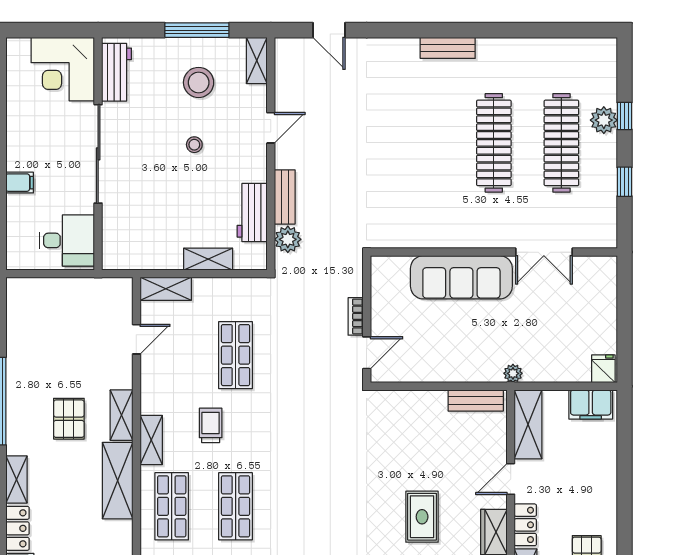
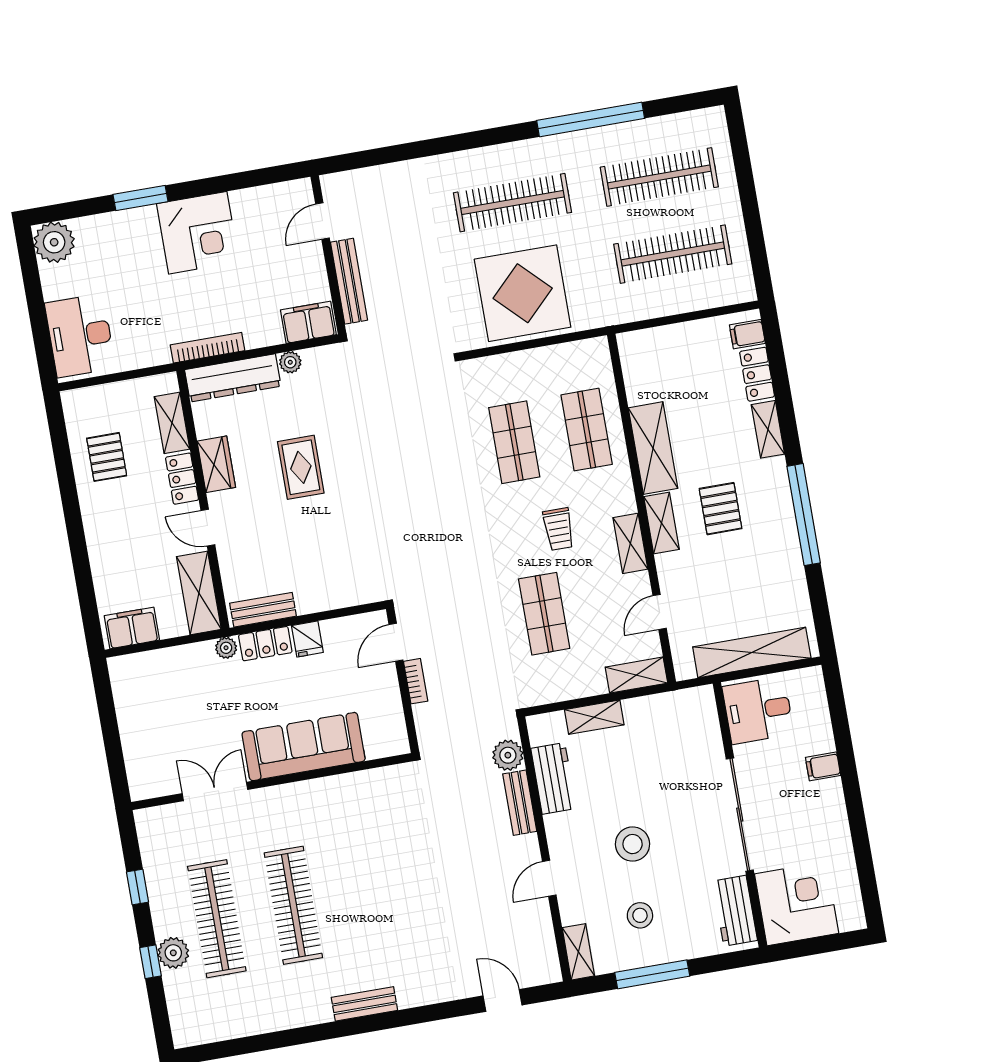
stool: (199, 82) -> (640, 915), width x0.73, depth x0.73
stool: (194, 145) -> (633, 844), width x1.89, depth x1.89
shelving: (64, 291) -> (752, 652), added
fridge: (603, 369) -> (307, 639), moved
locker: (479, 371) -> (265, 644), added
shelving: (151, 440) -> (630, 543), moved
door: (511, 479) -> (208, 528), swing flipped

